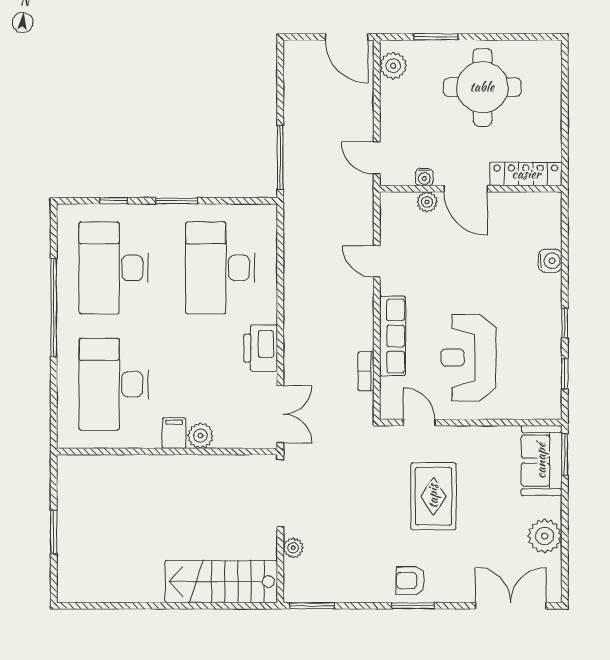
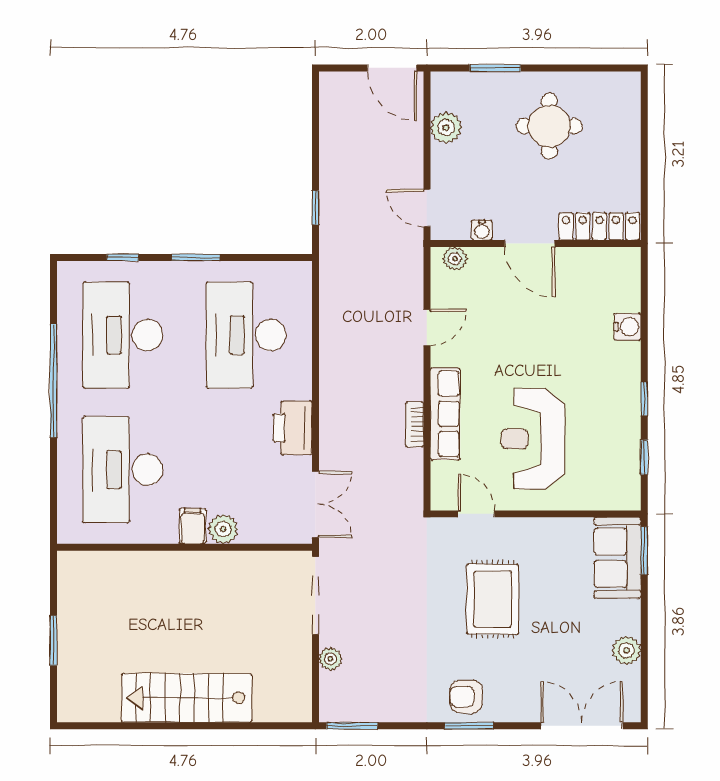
plant: (393, 66) -> (446, 128), moved
round table: (482, 87) -> (549, 126), width x0.73, depth x0.73
window: (280, 158) -> (315, 208), width x0.46
plant: (427, 202) -> (455, 259), moved
door: (377, 261) -> (427, 328), swing flipped
bookcase: (366, 371) -> (415, 424), moved
plant: (545, 536) -> (627, 650), width x0.73, depth x0.73
stairs: (221, 582) -> (187, 698), moved

